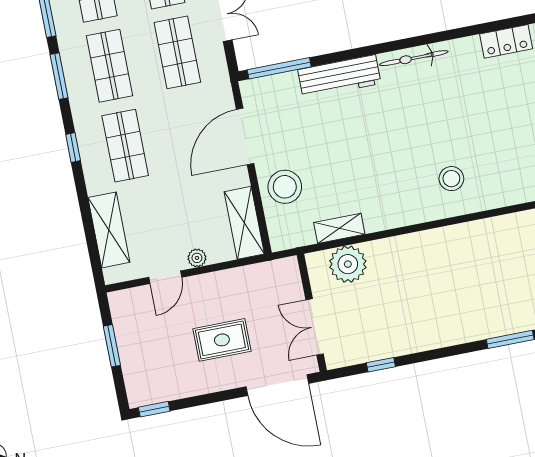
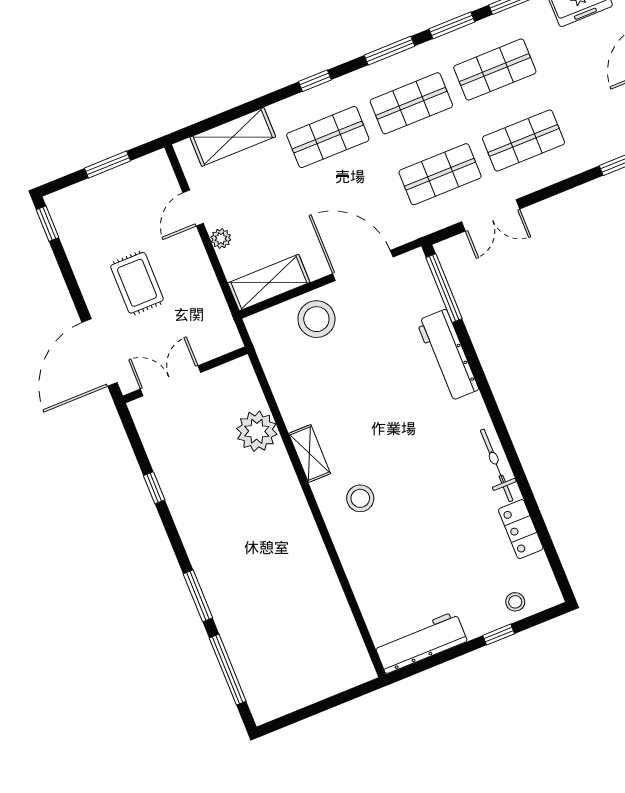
bicycle: (414, 58) -> (497, 465), moved
shelving: (339, 228) -> (310, 453), moved
plant: (348, 264) -> (257, 431), moved
door: (165, 277) -> (193, 208), hinge flipped
window: (381, 365) -> (154, 488), moved

